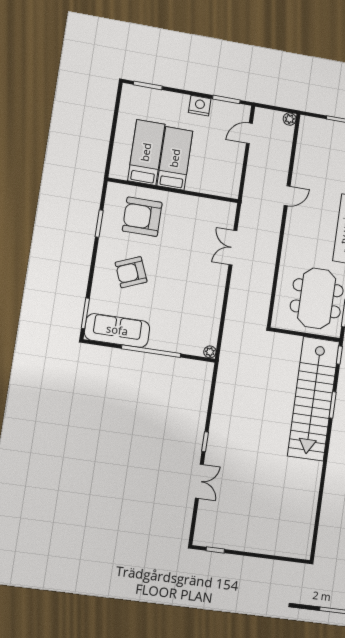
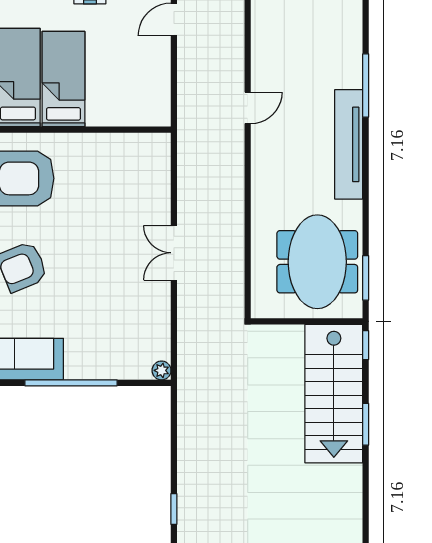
double door: (233, 248) -> (174, 253), moved
stairs: (313, 399) -> (334, 394), width x0.73

